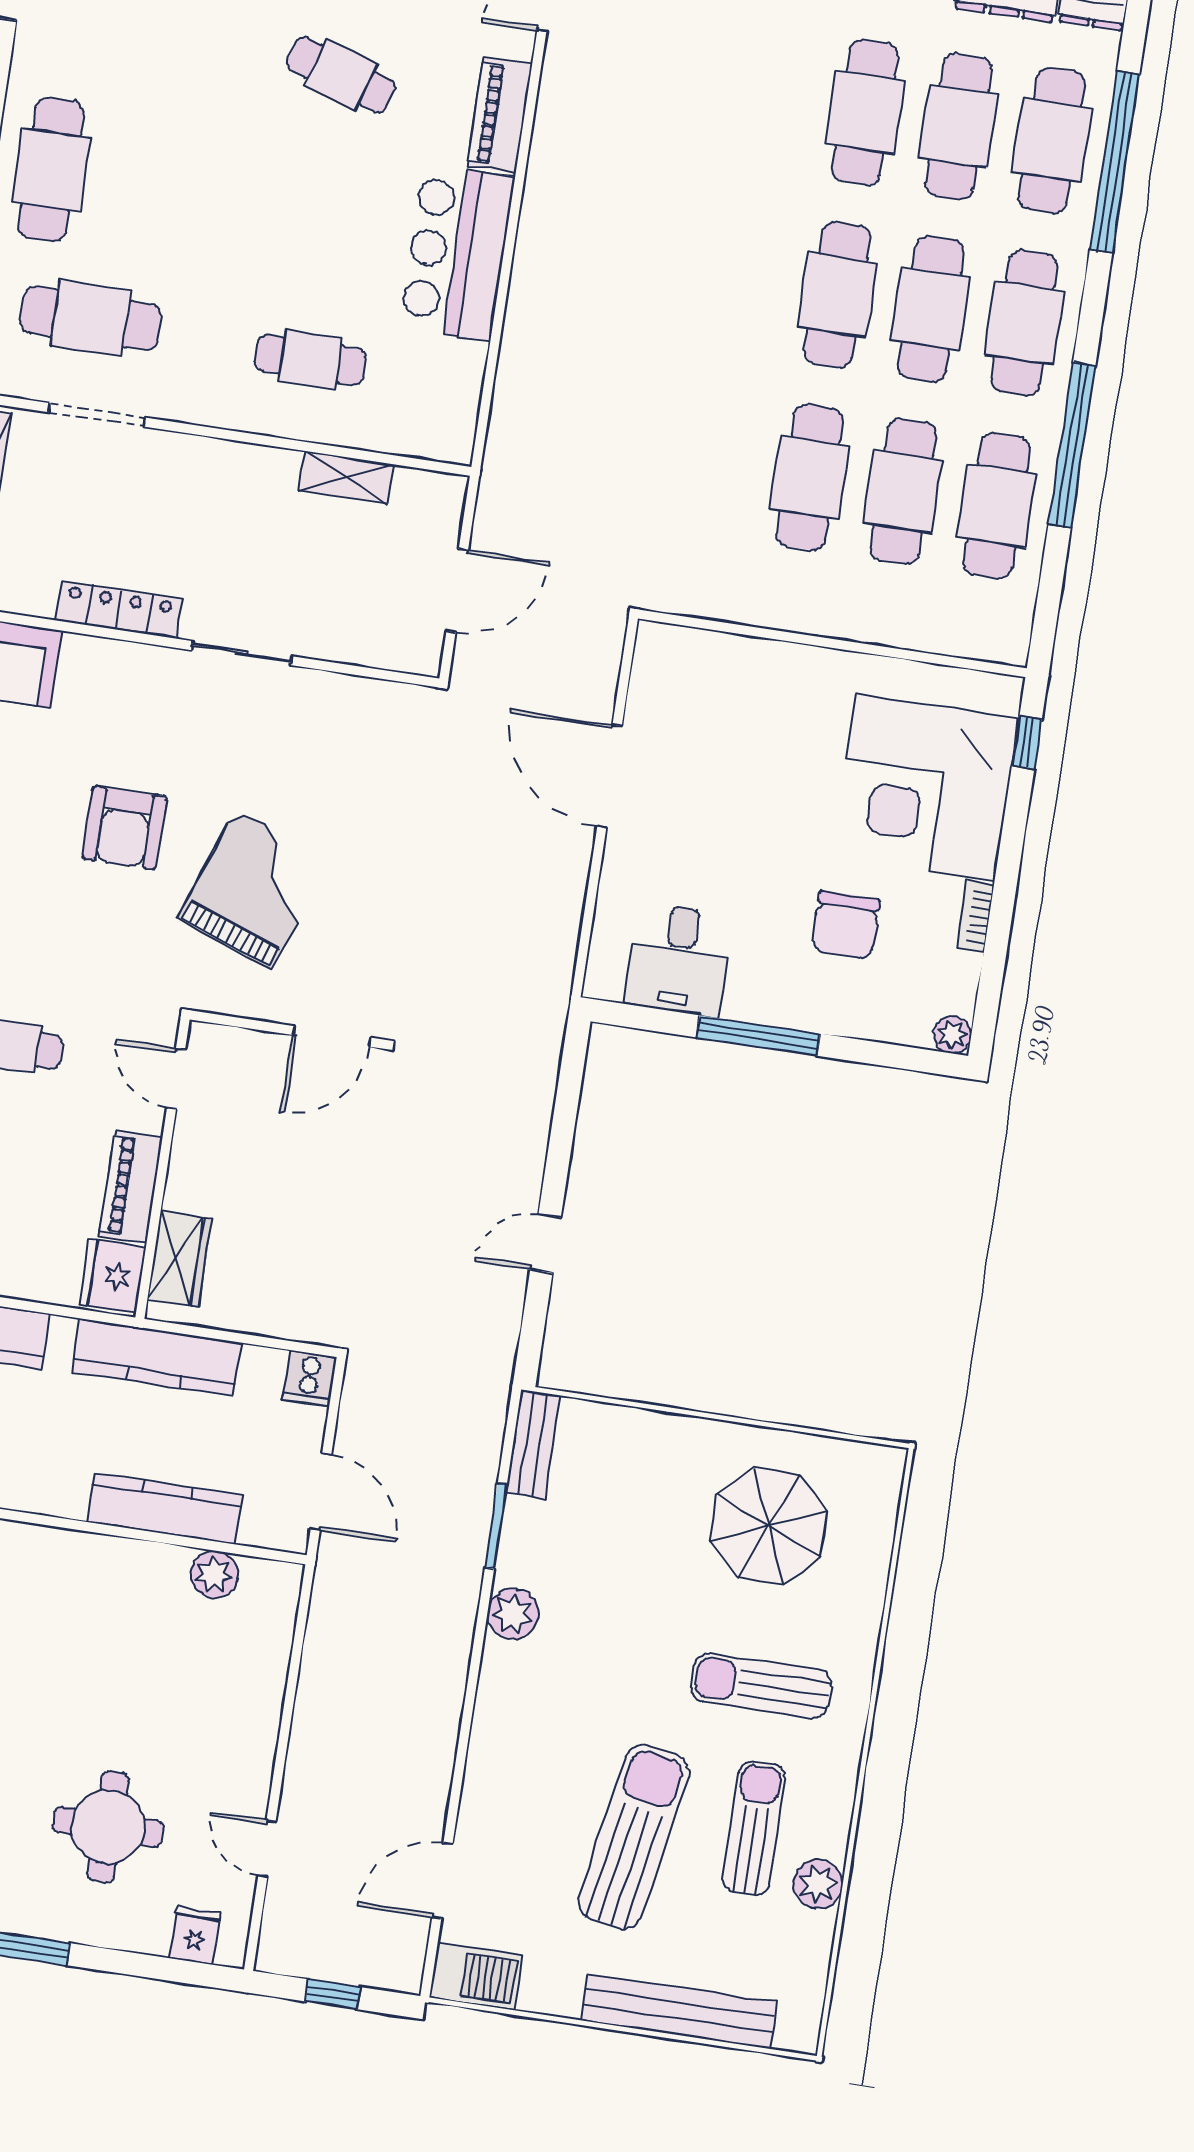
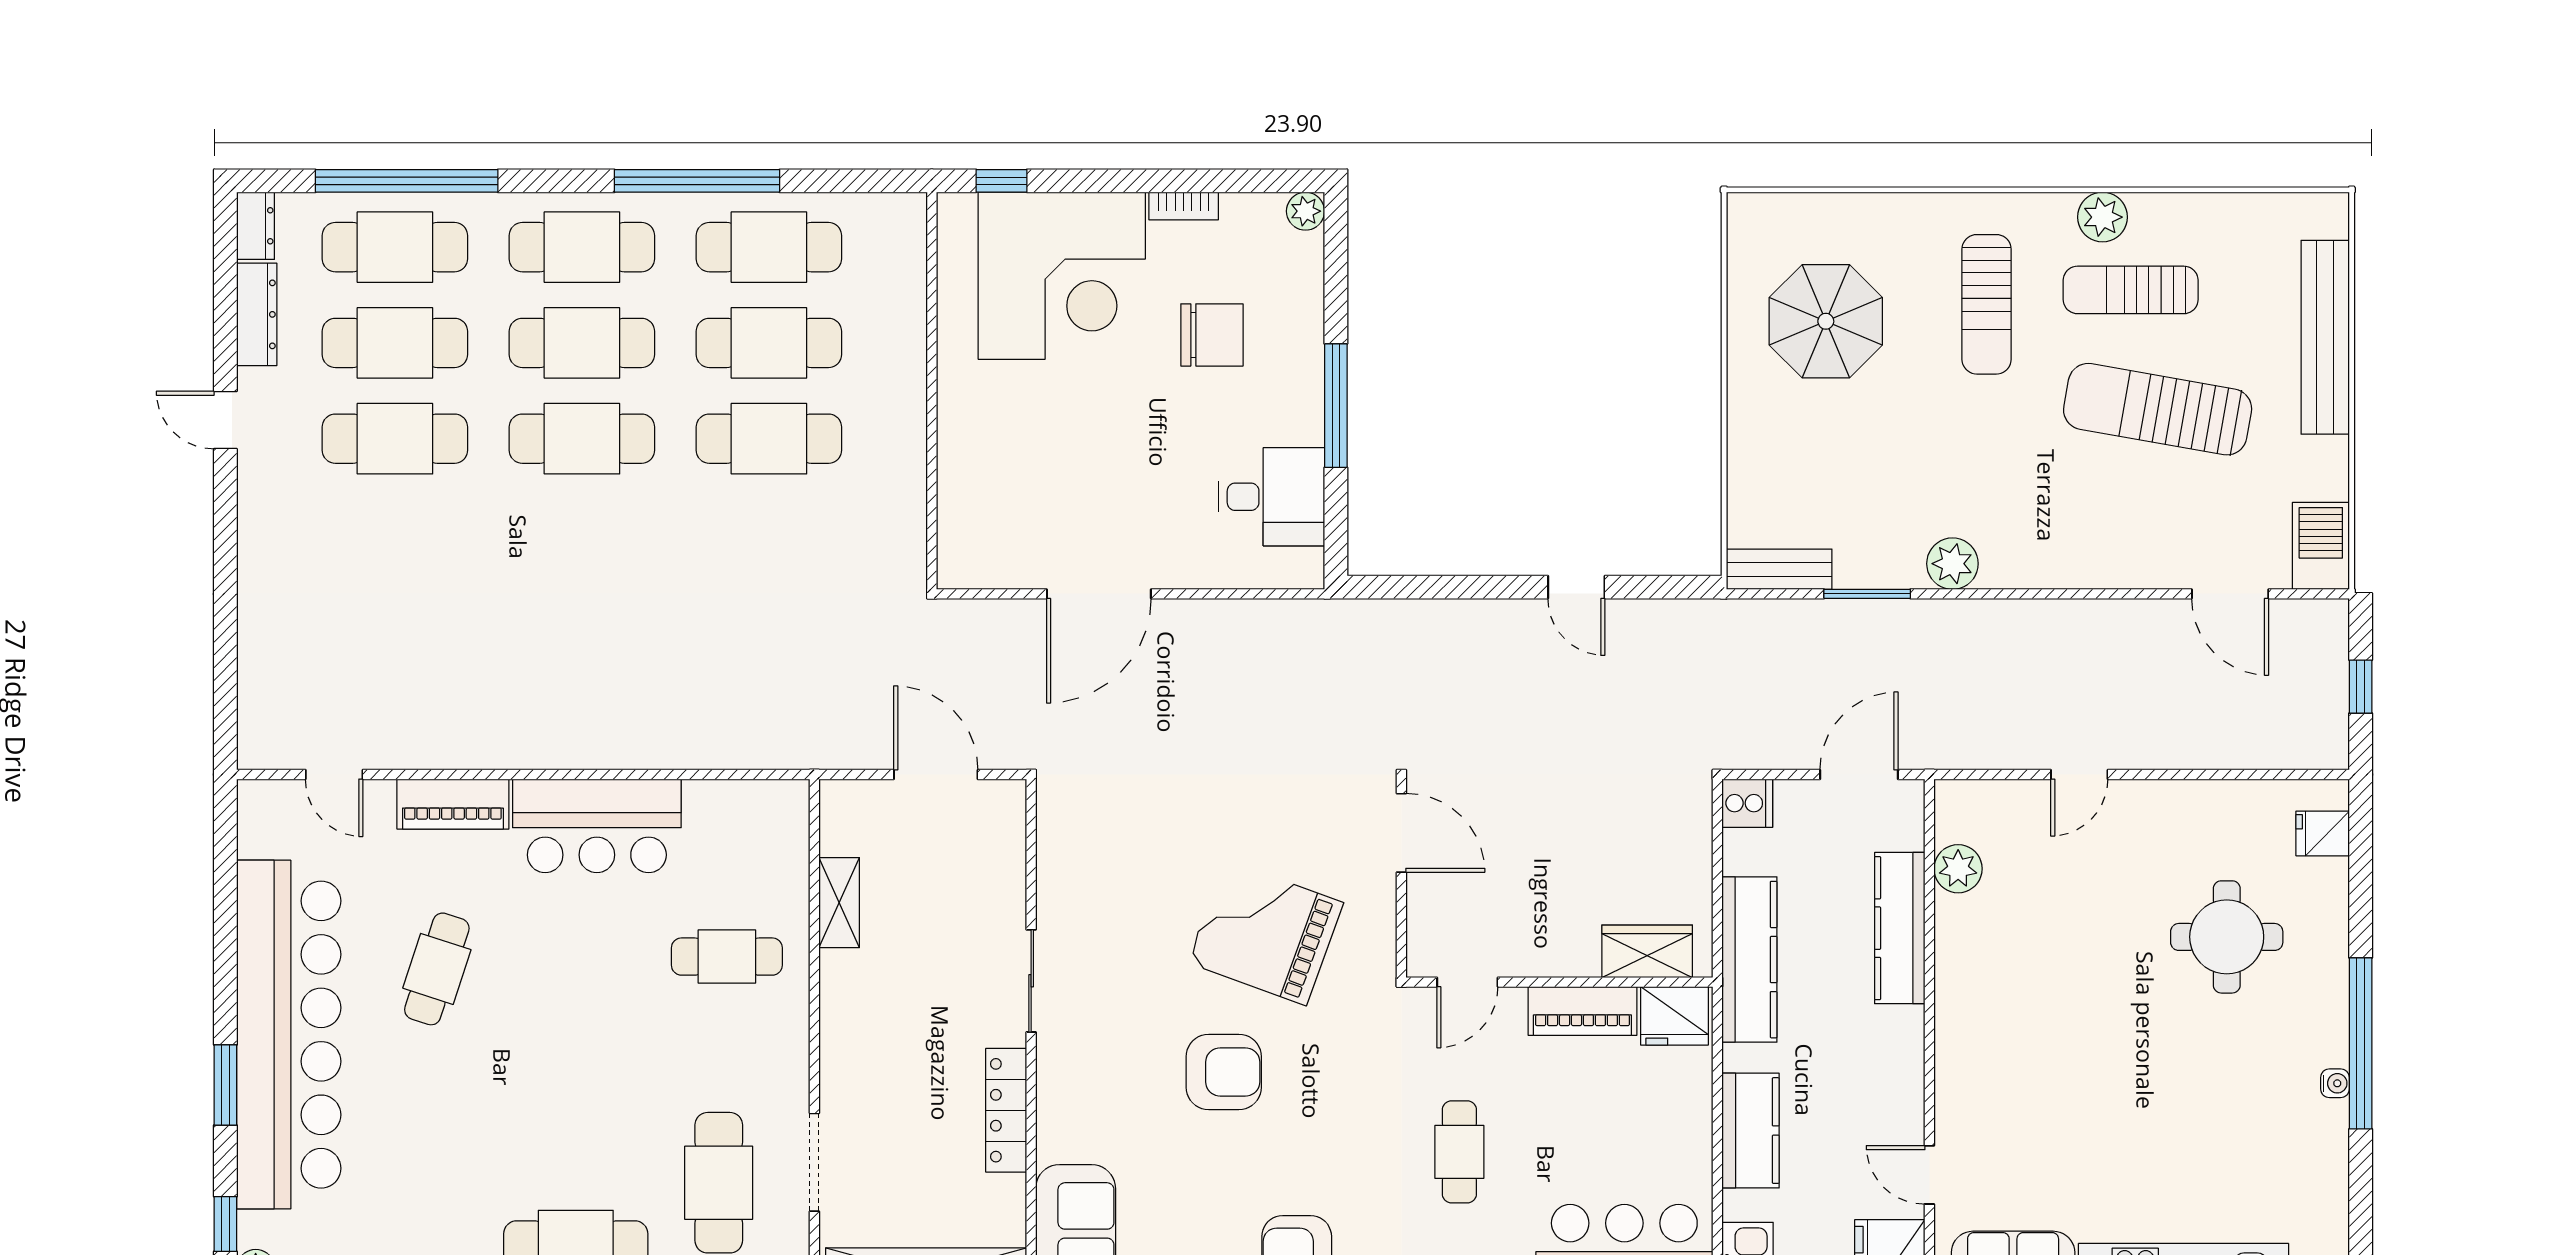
cafe table: (310, 360) -> (727, 957), turned 90
door: (267, 1849) -> (2079, 775), moved
plant: (818, 1884) -> (2102, 217), moved

